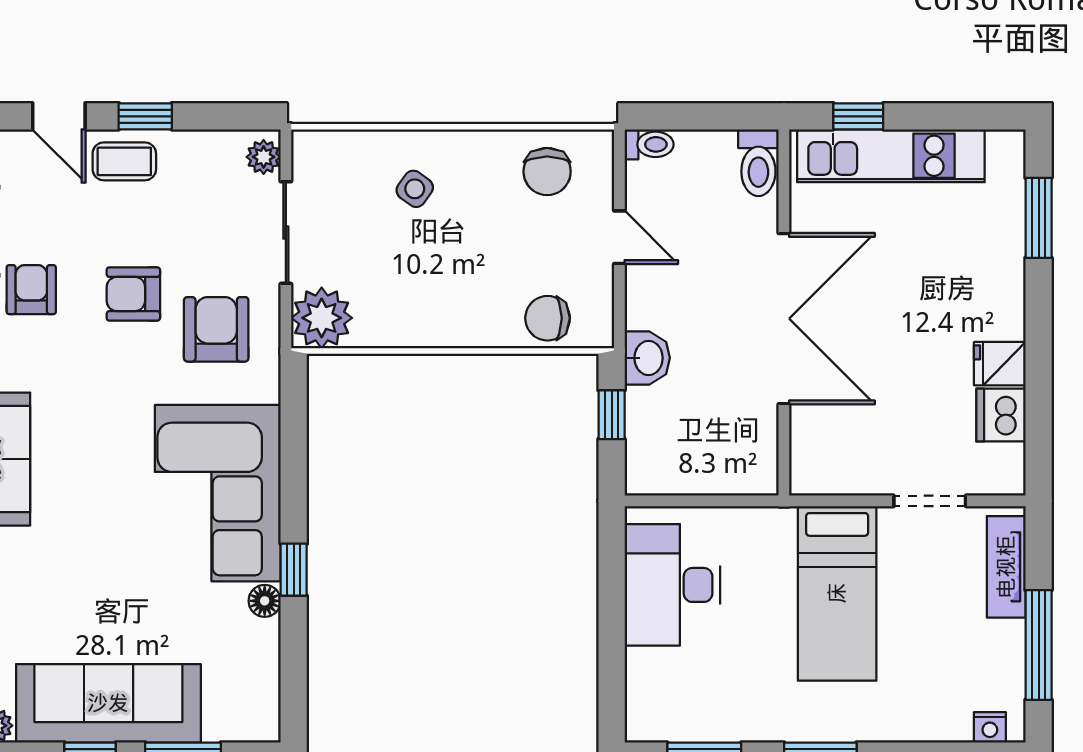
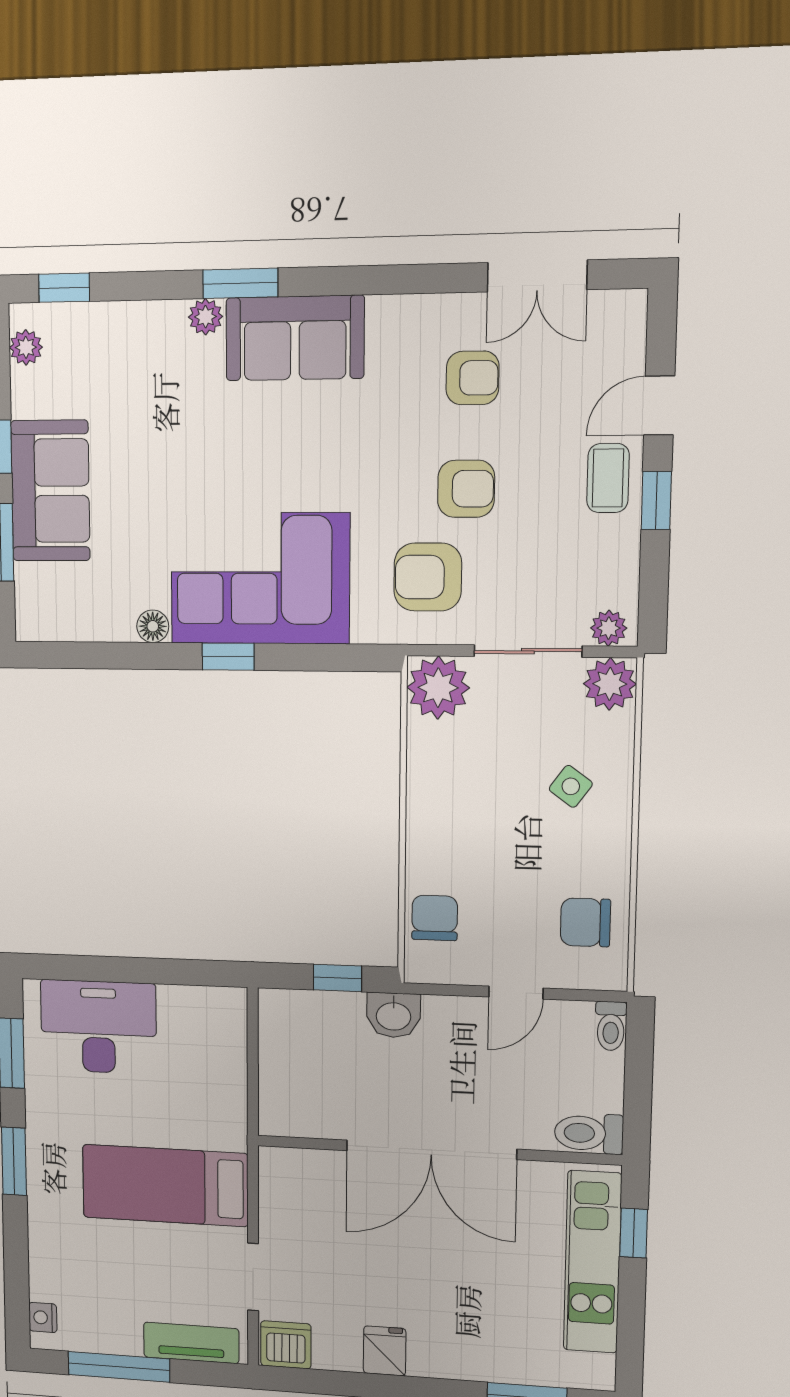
plant: (316, 154) -> (610, 684), added
armchair: (133, 294) -> (466, 489), turned 90
armchair: (216, 329) -> (428, 577), turned 180
dishwasher: (1001, 415) -> (286, 1345), moved
window: (294, 570) -> (228, 657), moved
desk: (672, 585) -> (98, 1027), moved
sofa: (108, 703) -> (50, 491), width x0.73

